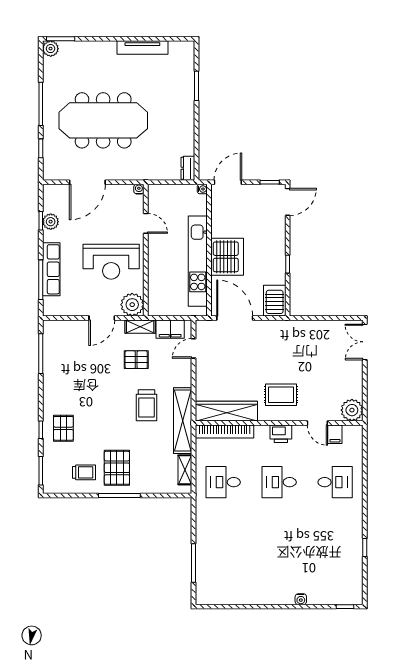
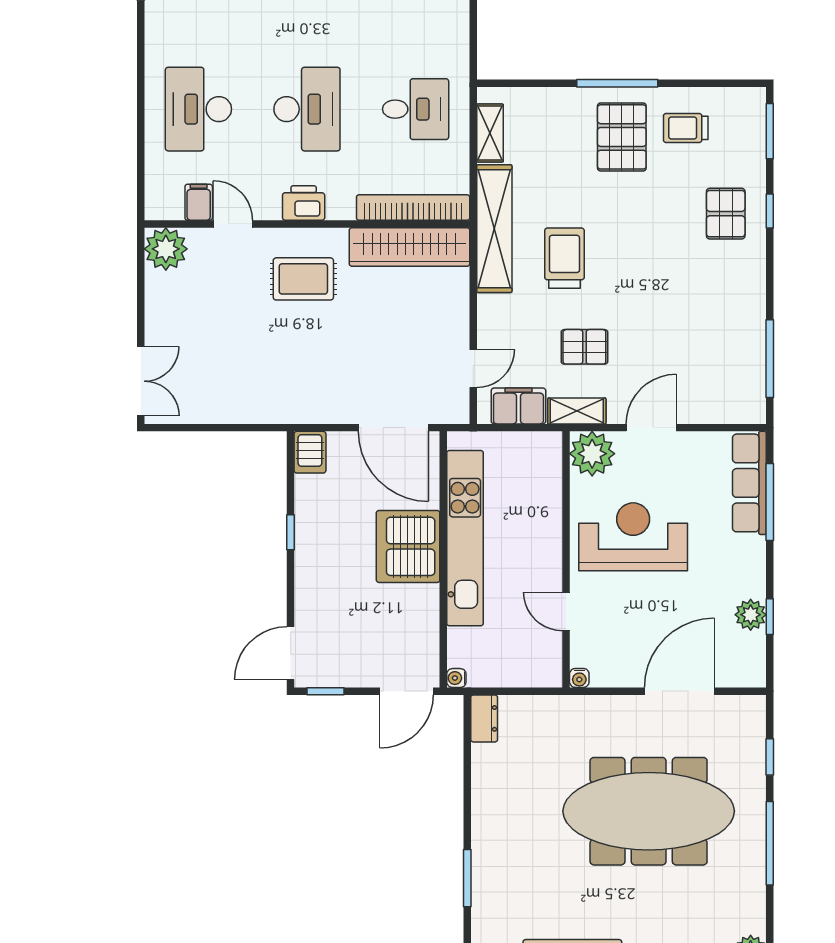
row of seats: (51, 269) -> (749, 483), moved
server rack: (275, 301) -> (310, 452), width x0.73, depth x0.70
desk: (279, 482) -> (307, 109), width x1.37
desk: (335, 482) -> (198, 109), width x1.37

